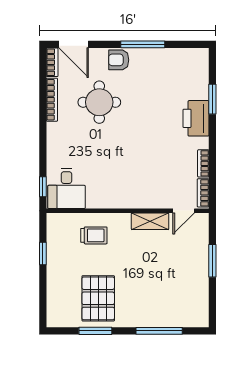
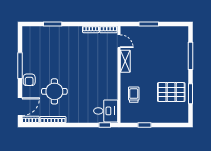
printer: (196, 118) -> (64, 34), removed

